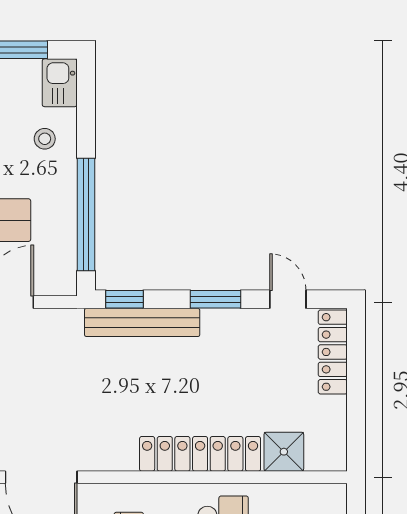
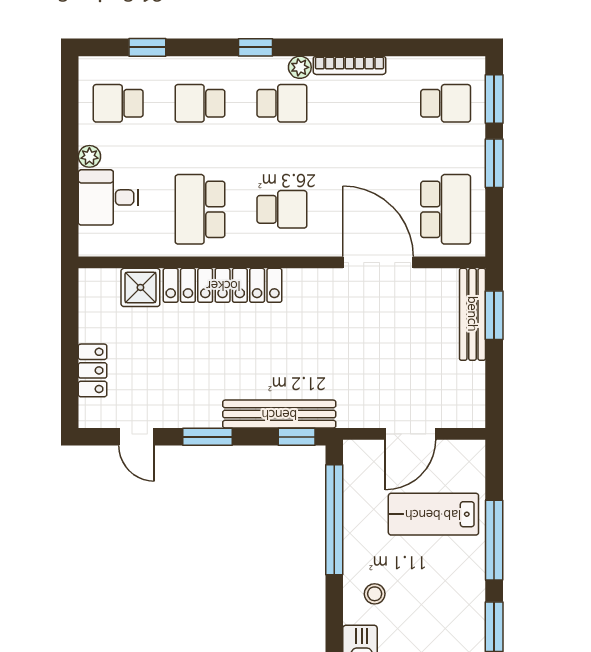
locker: (333, 352) -> (93, 370), width x0.66

